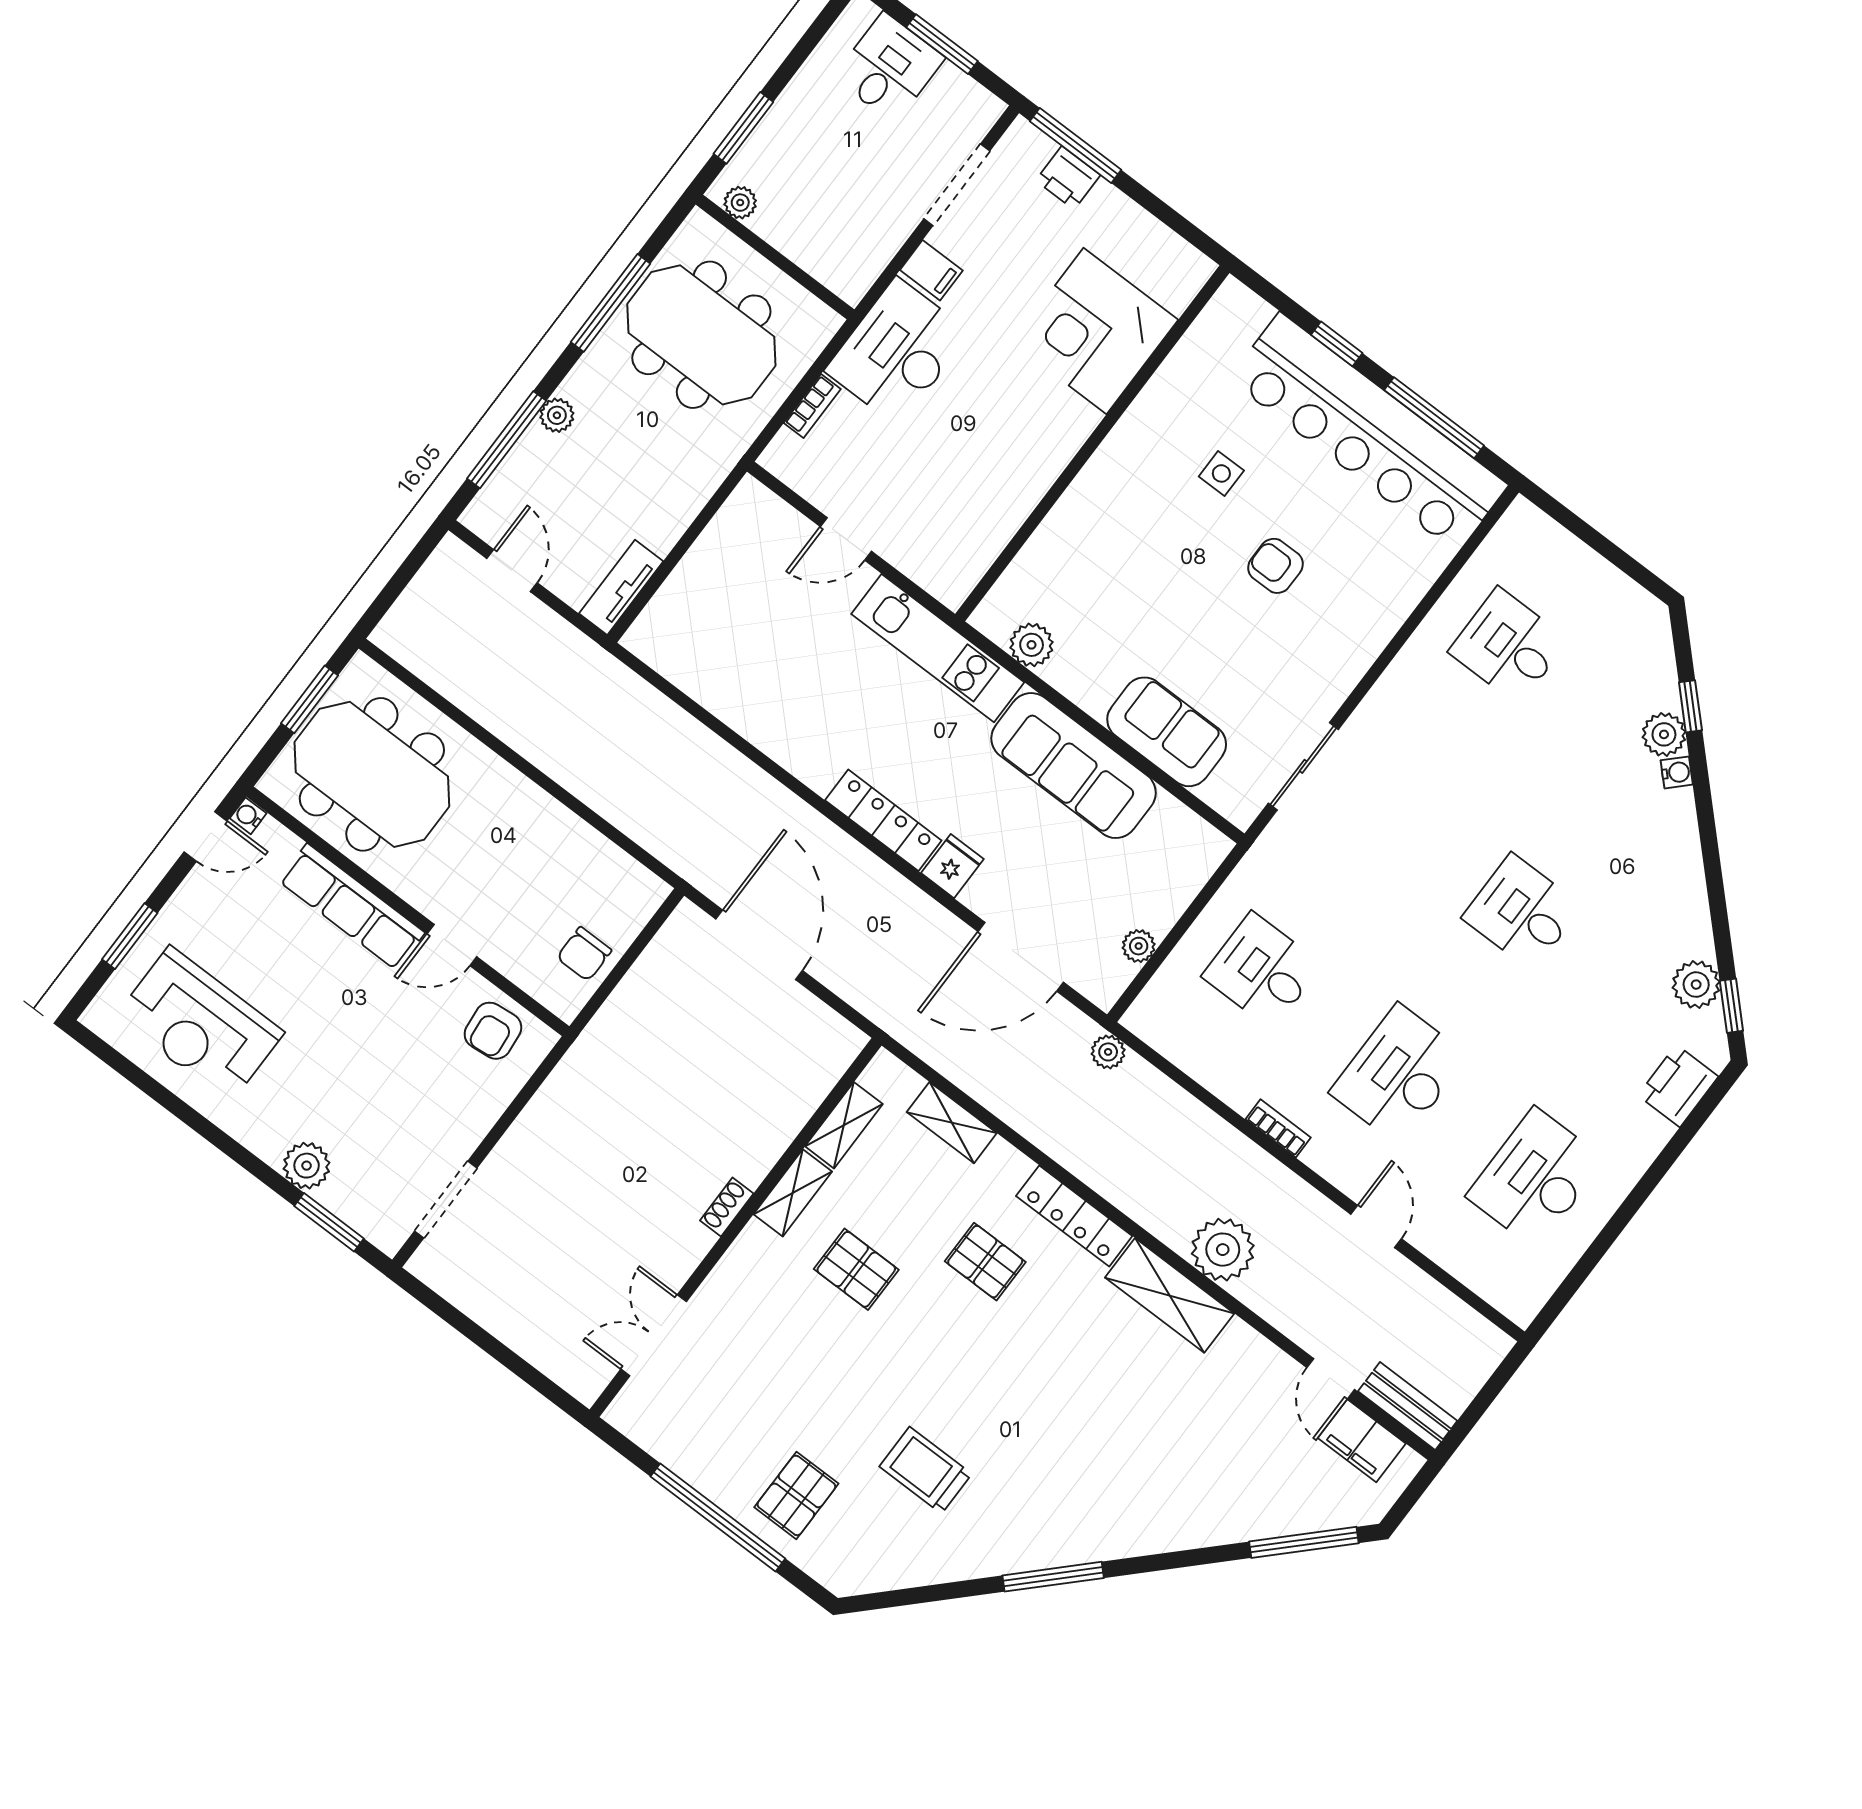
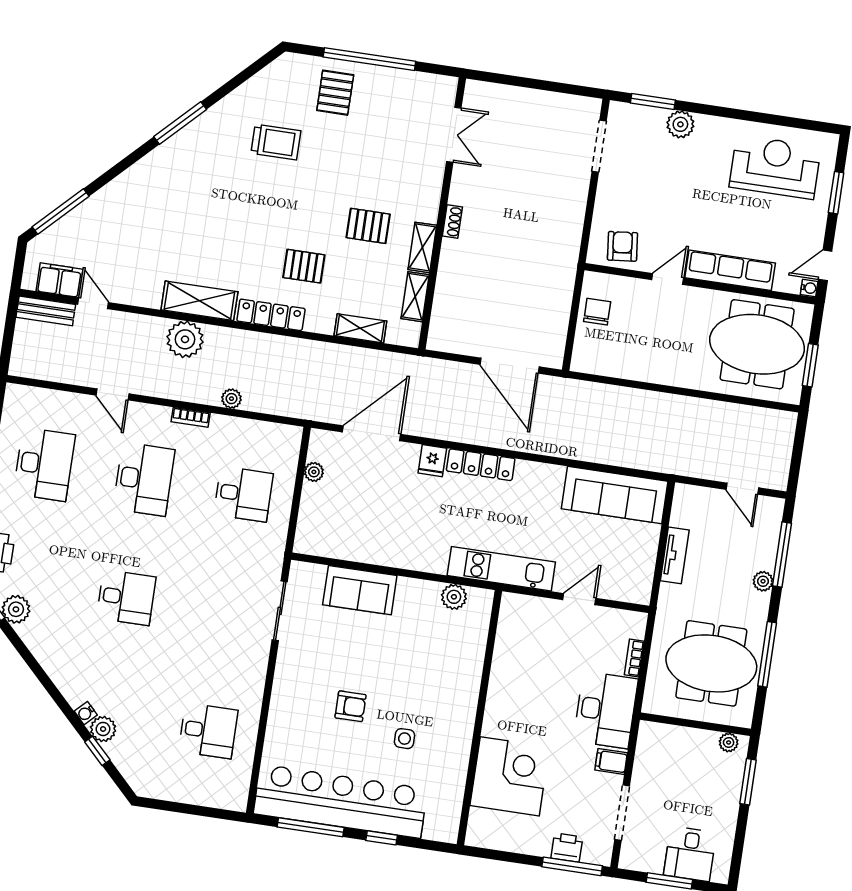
tv unit: (621, 587) -> (675, 555), moved
sofa: (1074, 766) -> (615, 495), moved, turned 180
plant: (1108, 1052) -> (231, 399), moved

